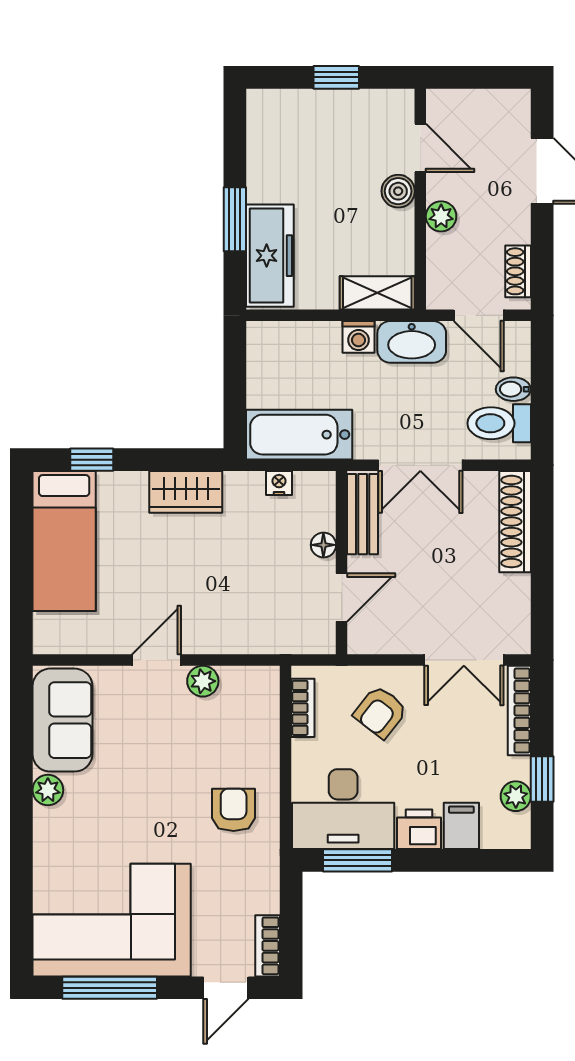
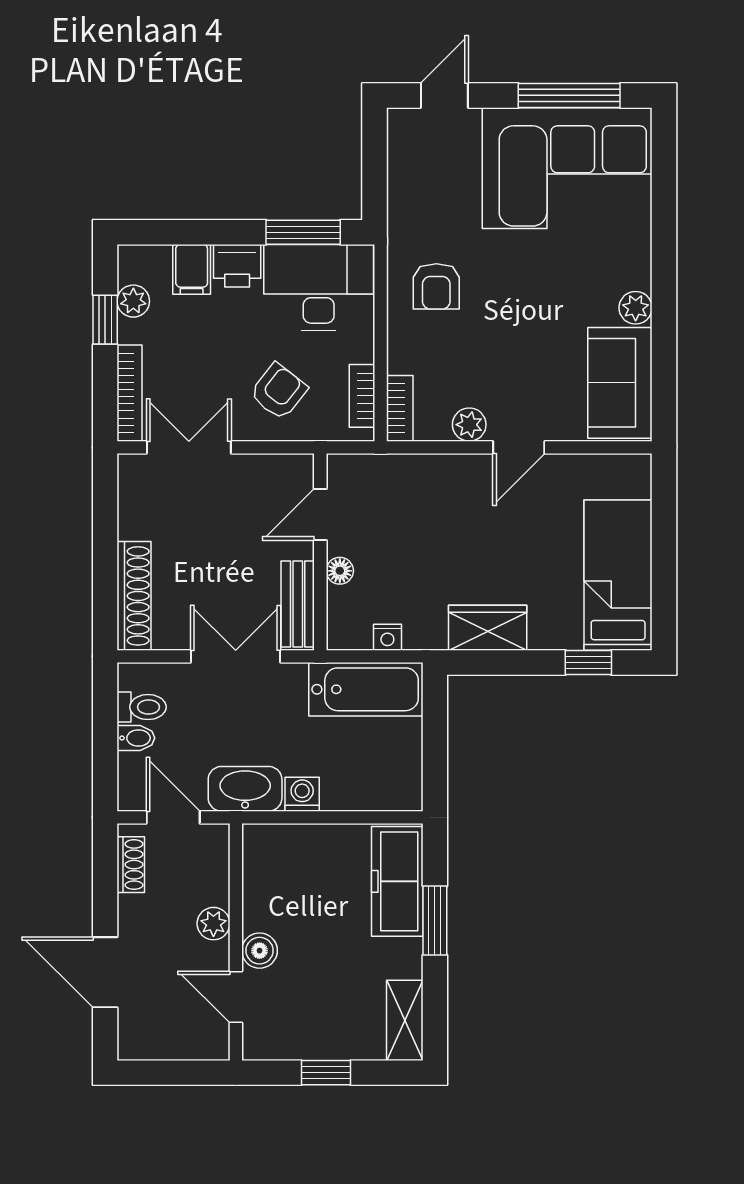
shelving: (377, 293) -> (405, 1020), moved, turned 90
toilet: (499, 423) -> (142, 707), width x0.73, depth x0.72
bookcase: (268, 946) -> (400, 408), moved

